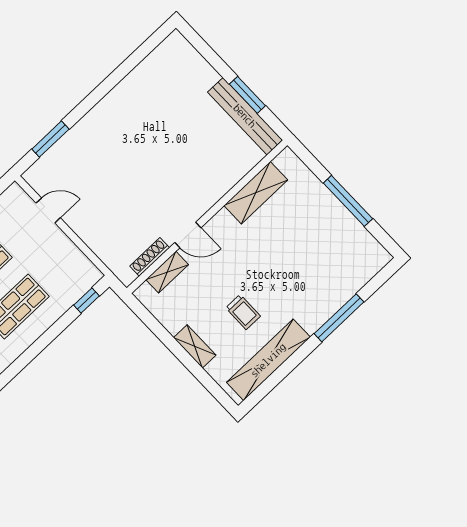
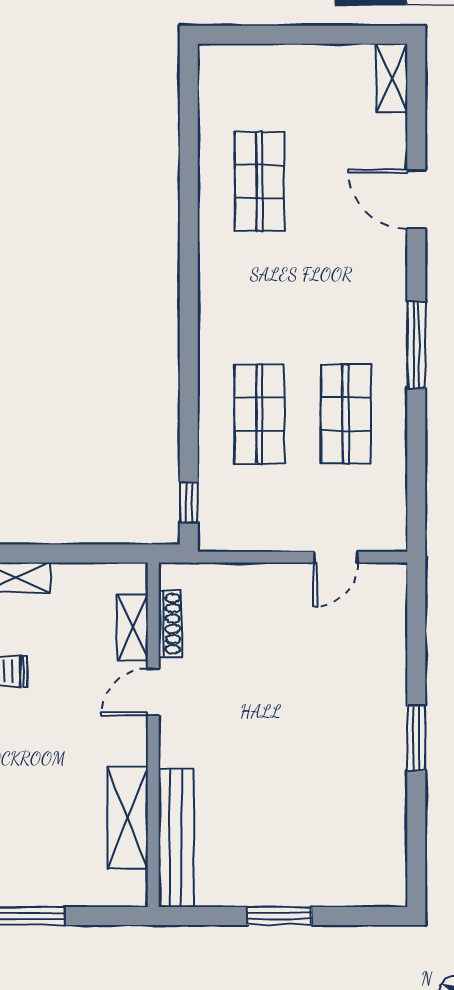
window: (247, 95) -> (279, 916), moved
bench: (245, 116) -> (176, 838), moved, turned 90
window: (50, 139) -> (416, 738), moved

